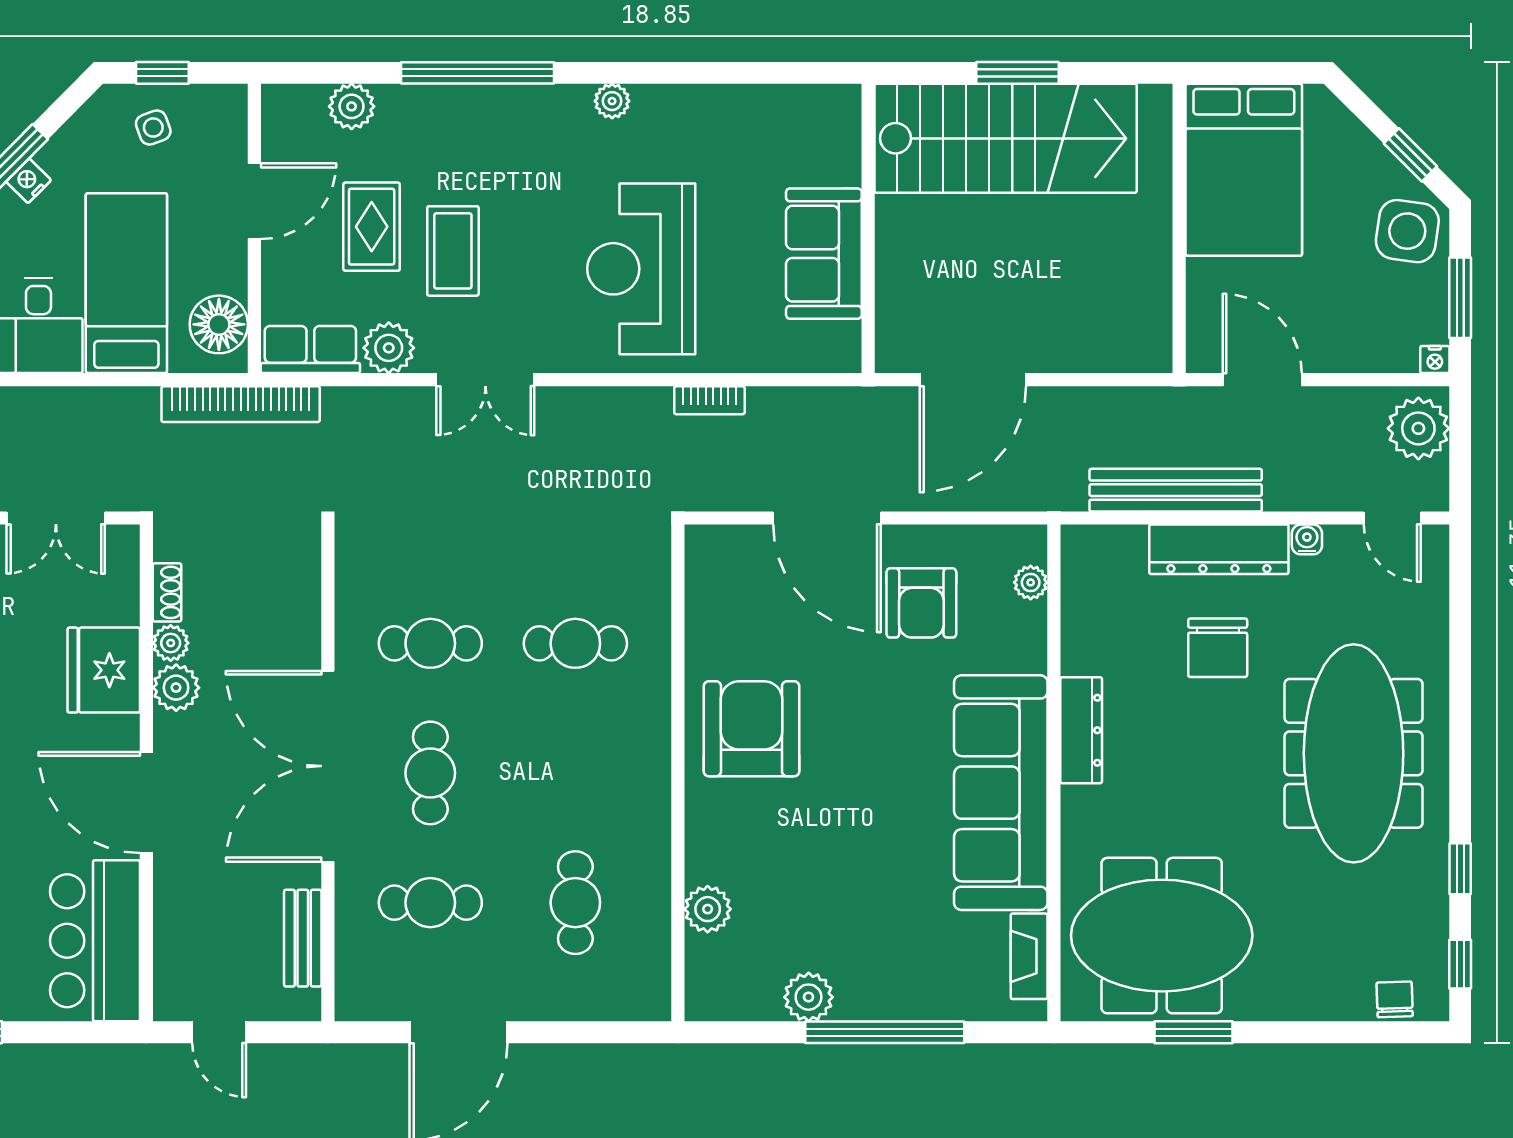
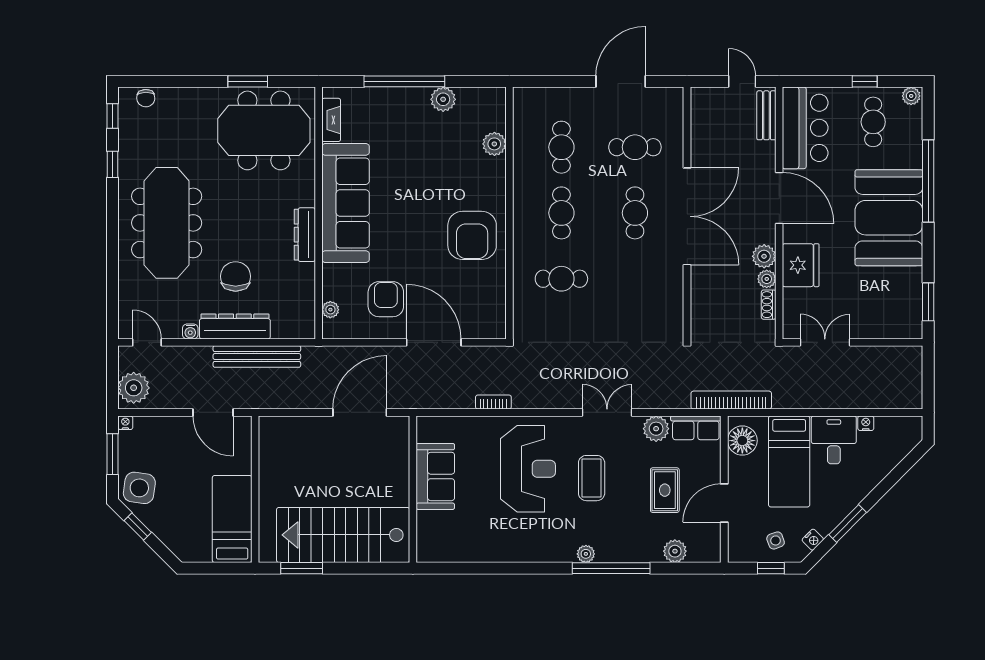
window: (1017, 73) -> (302, 568), moved
plant: (612, 101) -> (586, 554), moved
bed: (1244, 170) -> (232, 519), width x0.67
nightstand: (29, 181) -> (813, 540), moved
coffee table: (453, 251) -> (592, 478), moved
cafe table: (430, 643) -> (561, 213), moved, turned 90
bench: (303, 938) -> (766, 115), moved

